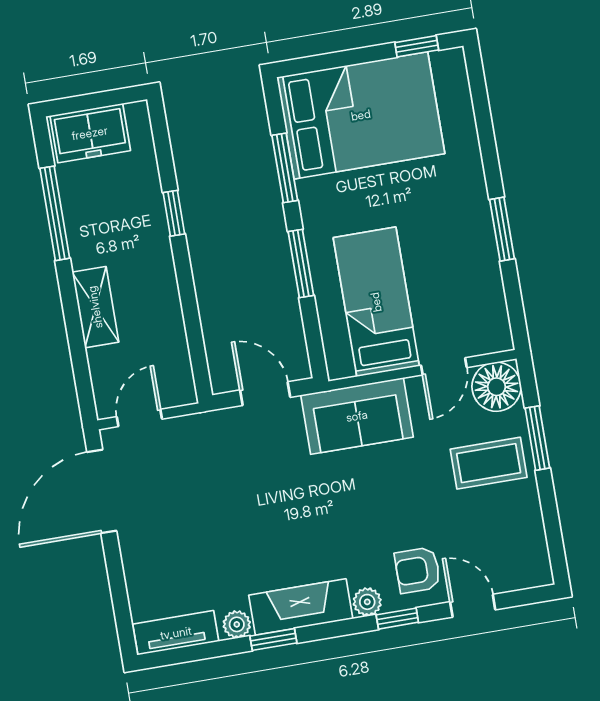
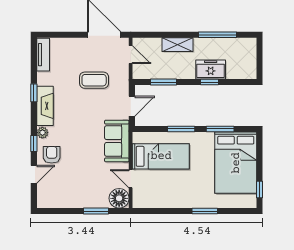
freezer: (90, 133) -> (211, 69), moved, turned 90
window: (502, 229) -> (205, 211), moved
window: (193, 326) -> (163, 82), added
coffee table: (489, 463) -> (94, 80), moved, turned 90
plant: (237, 624) -> (42, 79), removed

